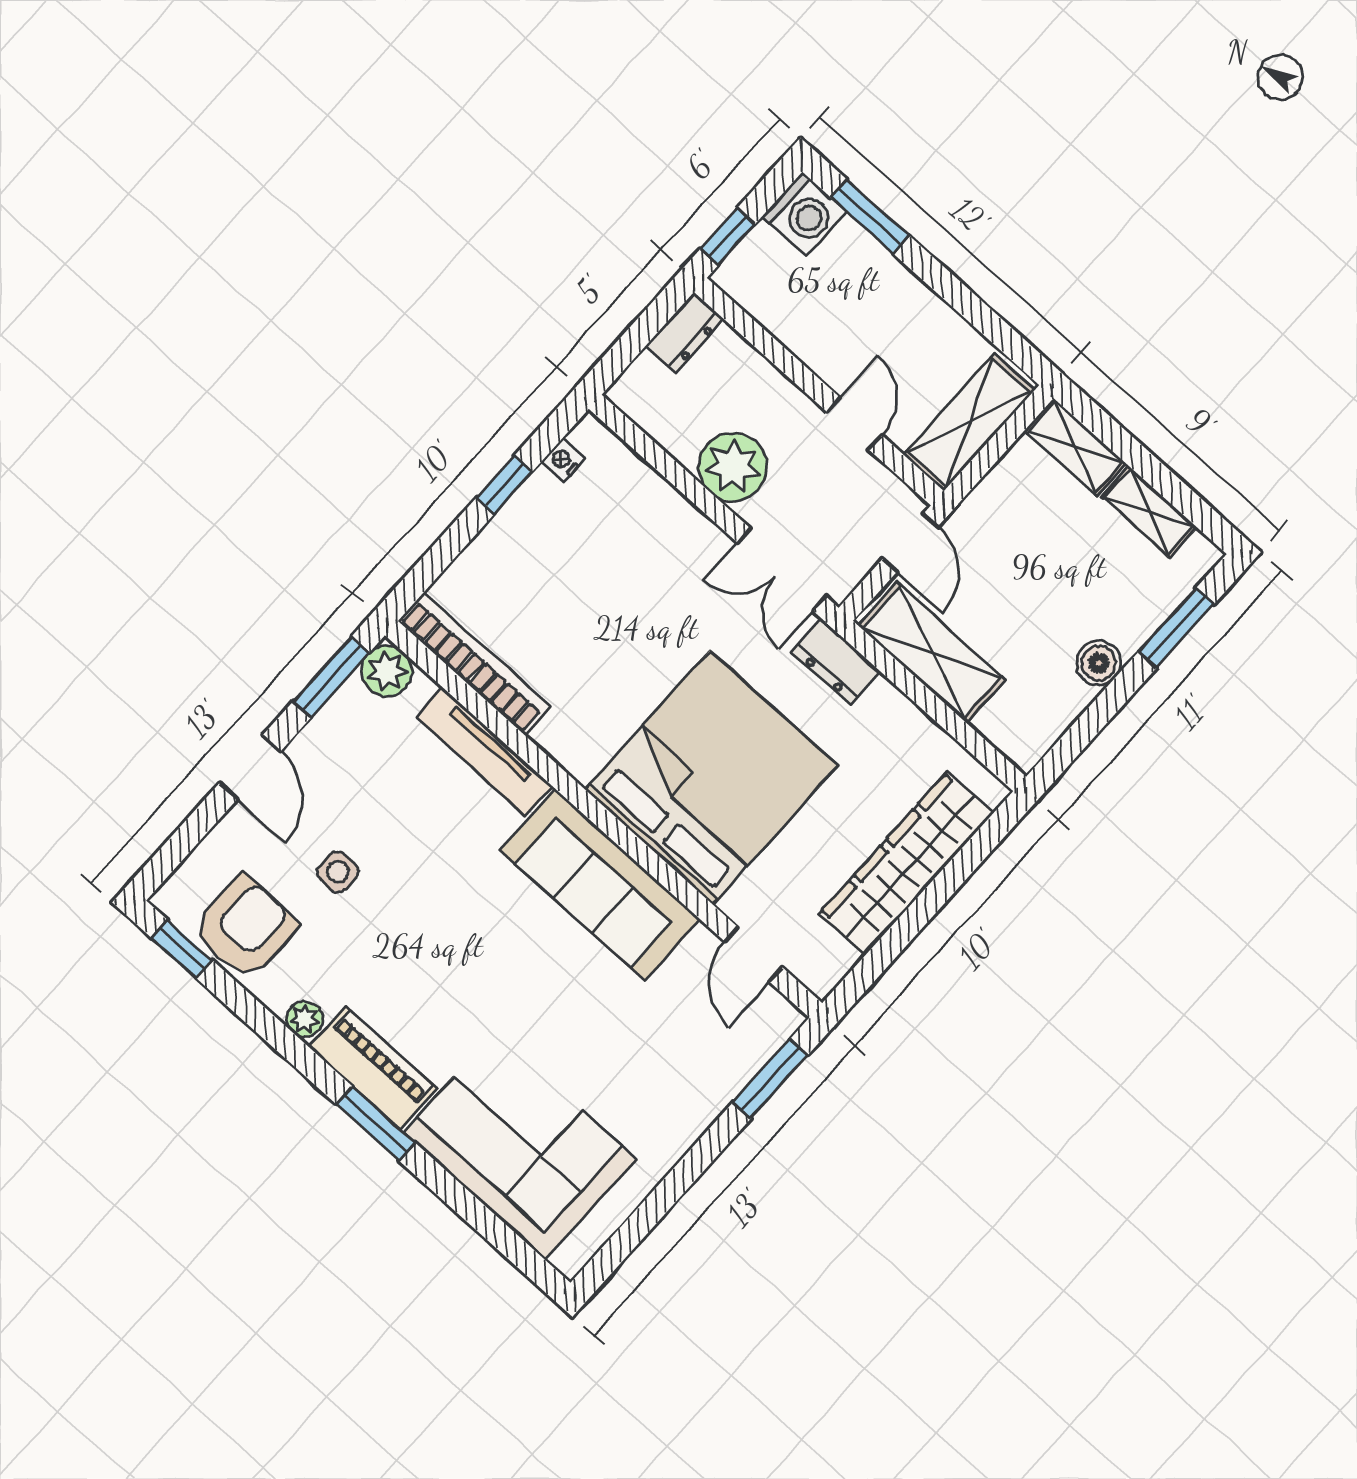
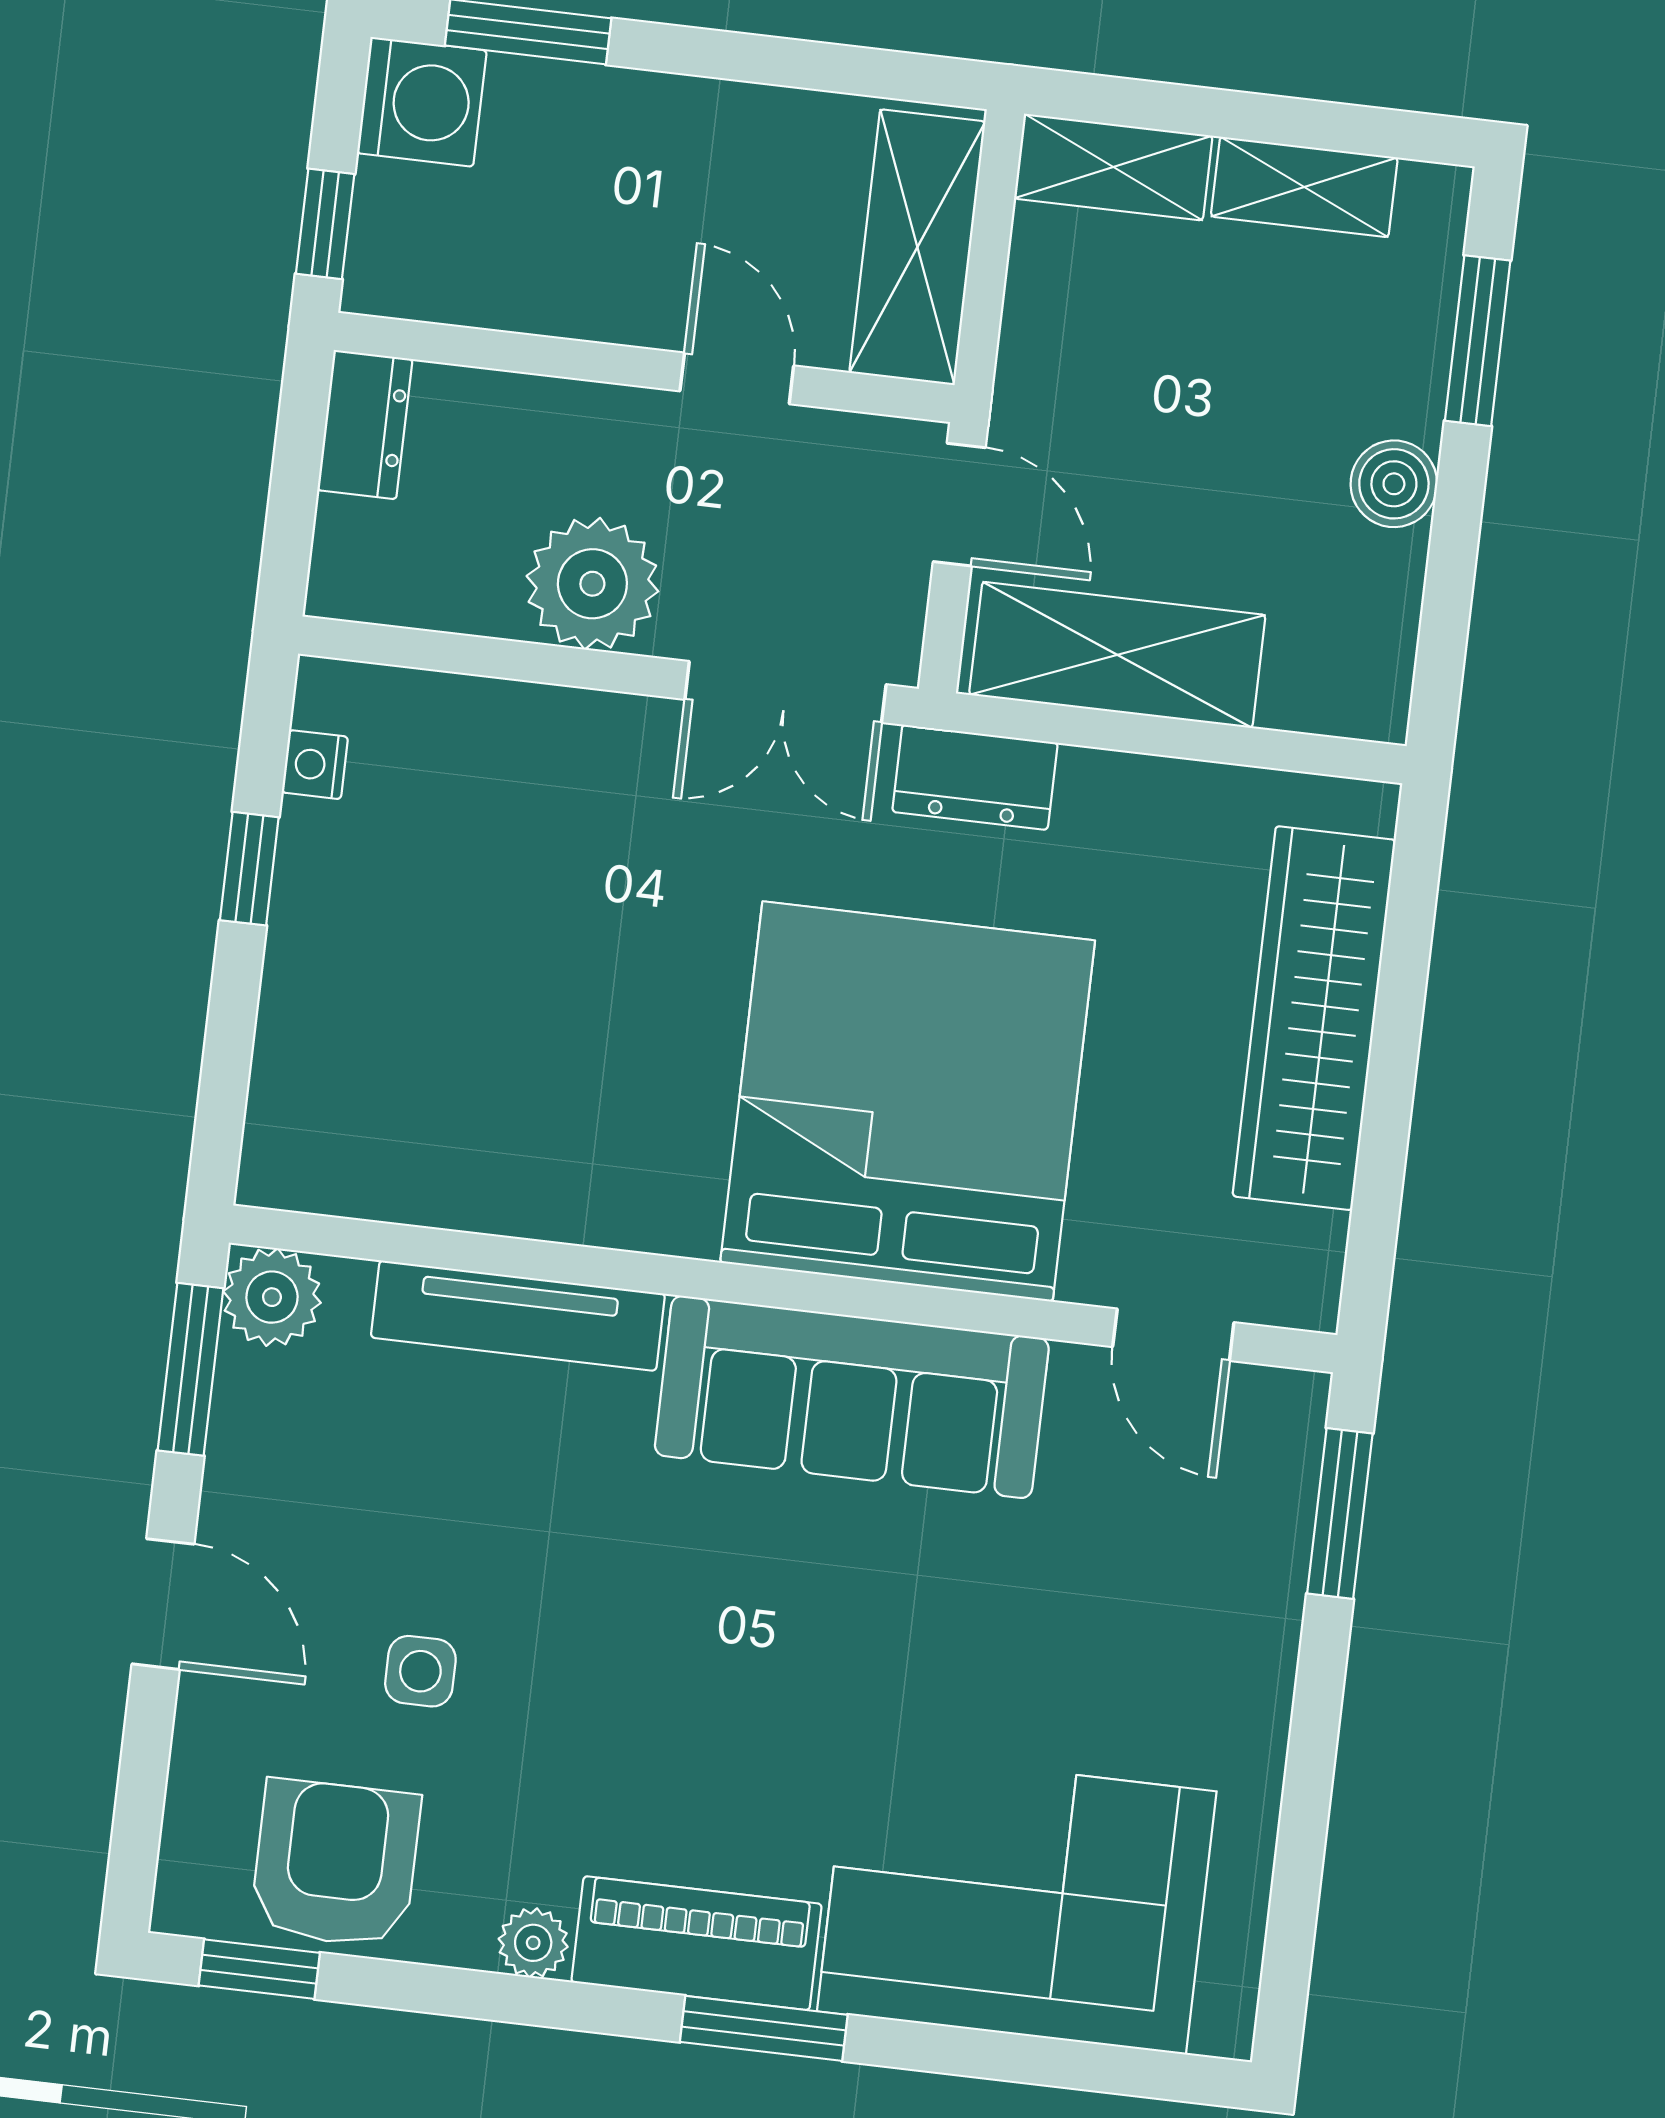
bookcase: (474, 664) -> (403, 1188), removed

